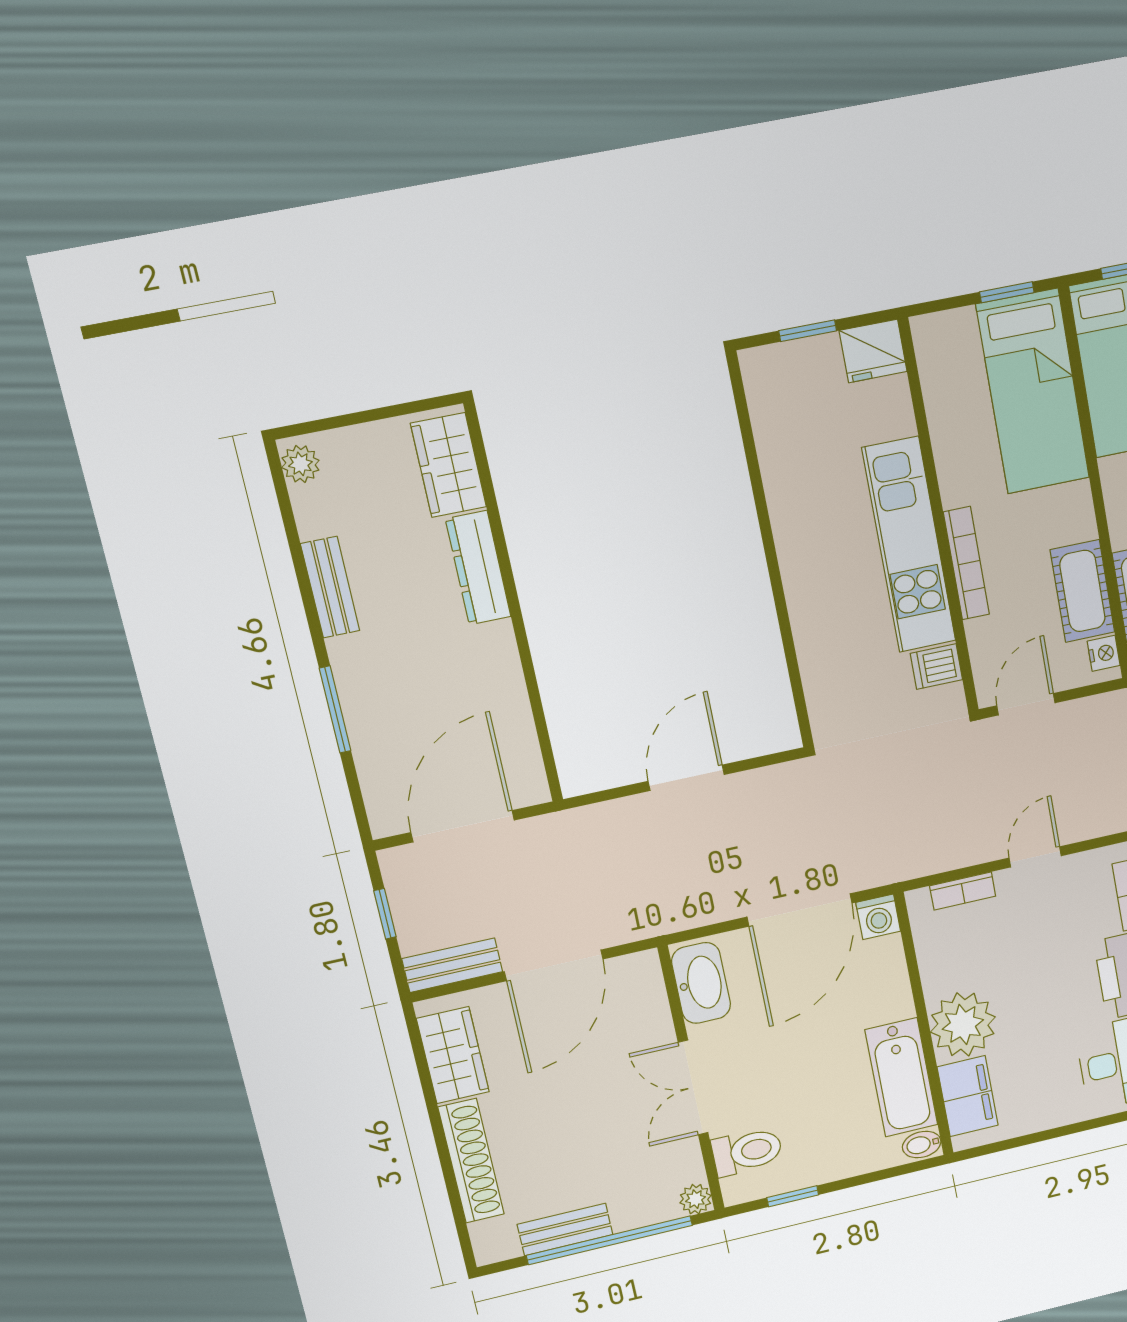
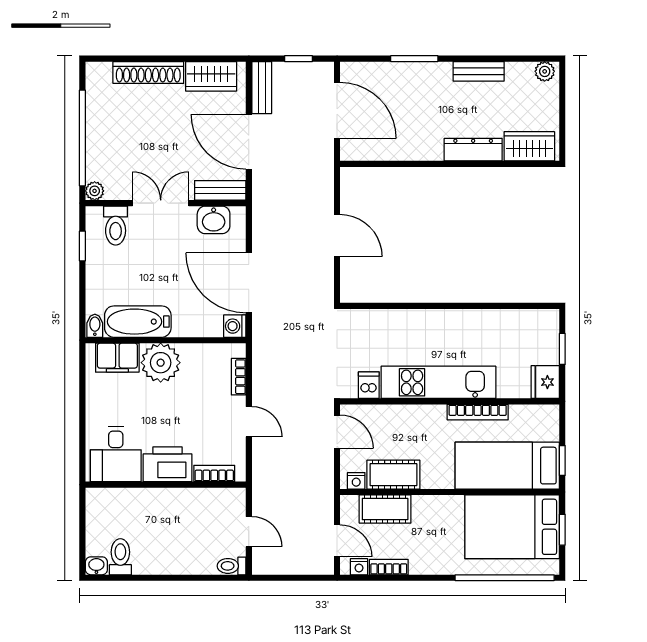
bookcase: (966, 563) -> (478, 412), moved
washbasin: (701, 983) -> (214, 220), width x0.72
bench: (565, 1230) -> (220, 190), moved, turned 90

